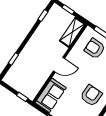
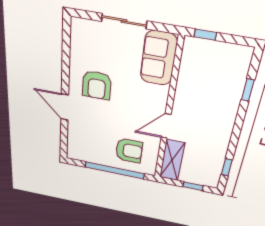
door: (59, 65) -> (166, 126), moved

